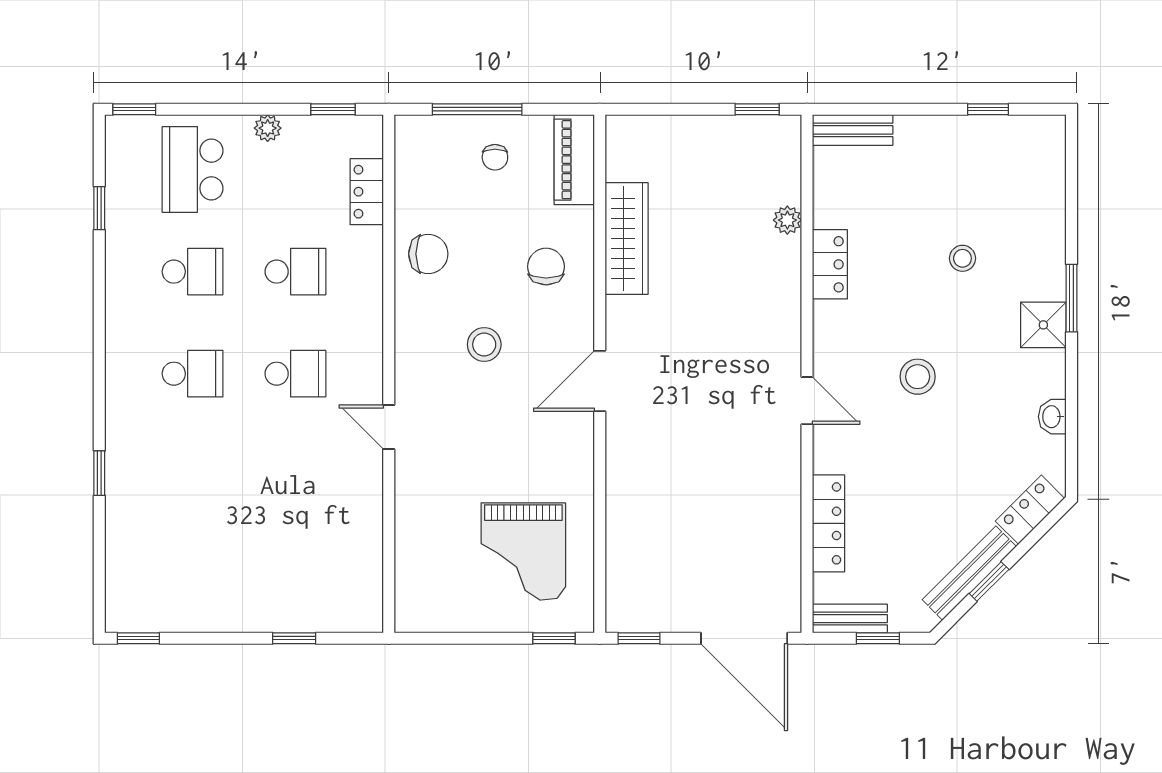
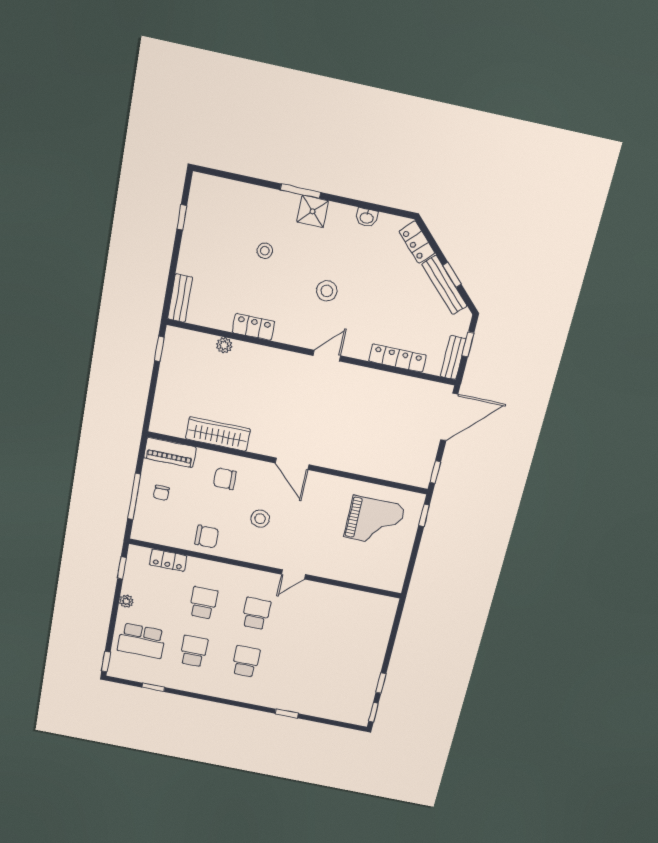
chair: (495, 157) -> (161, 493), turned 90
chair: (428, 254) -> (207, 537), turned 90
window: (294, 638) -> (381, 683), moved

